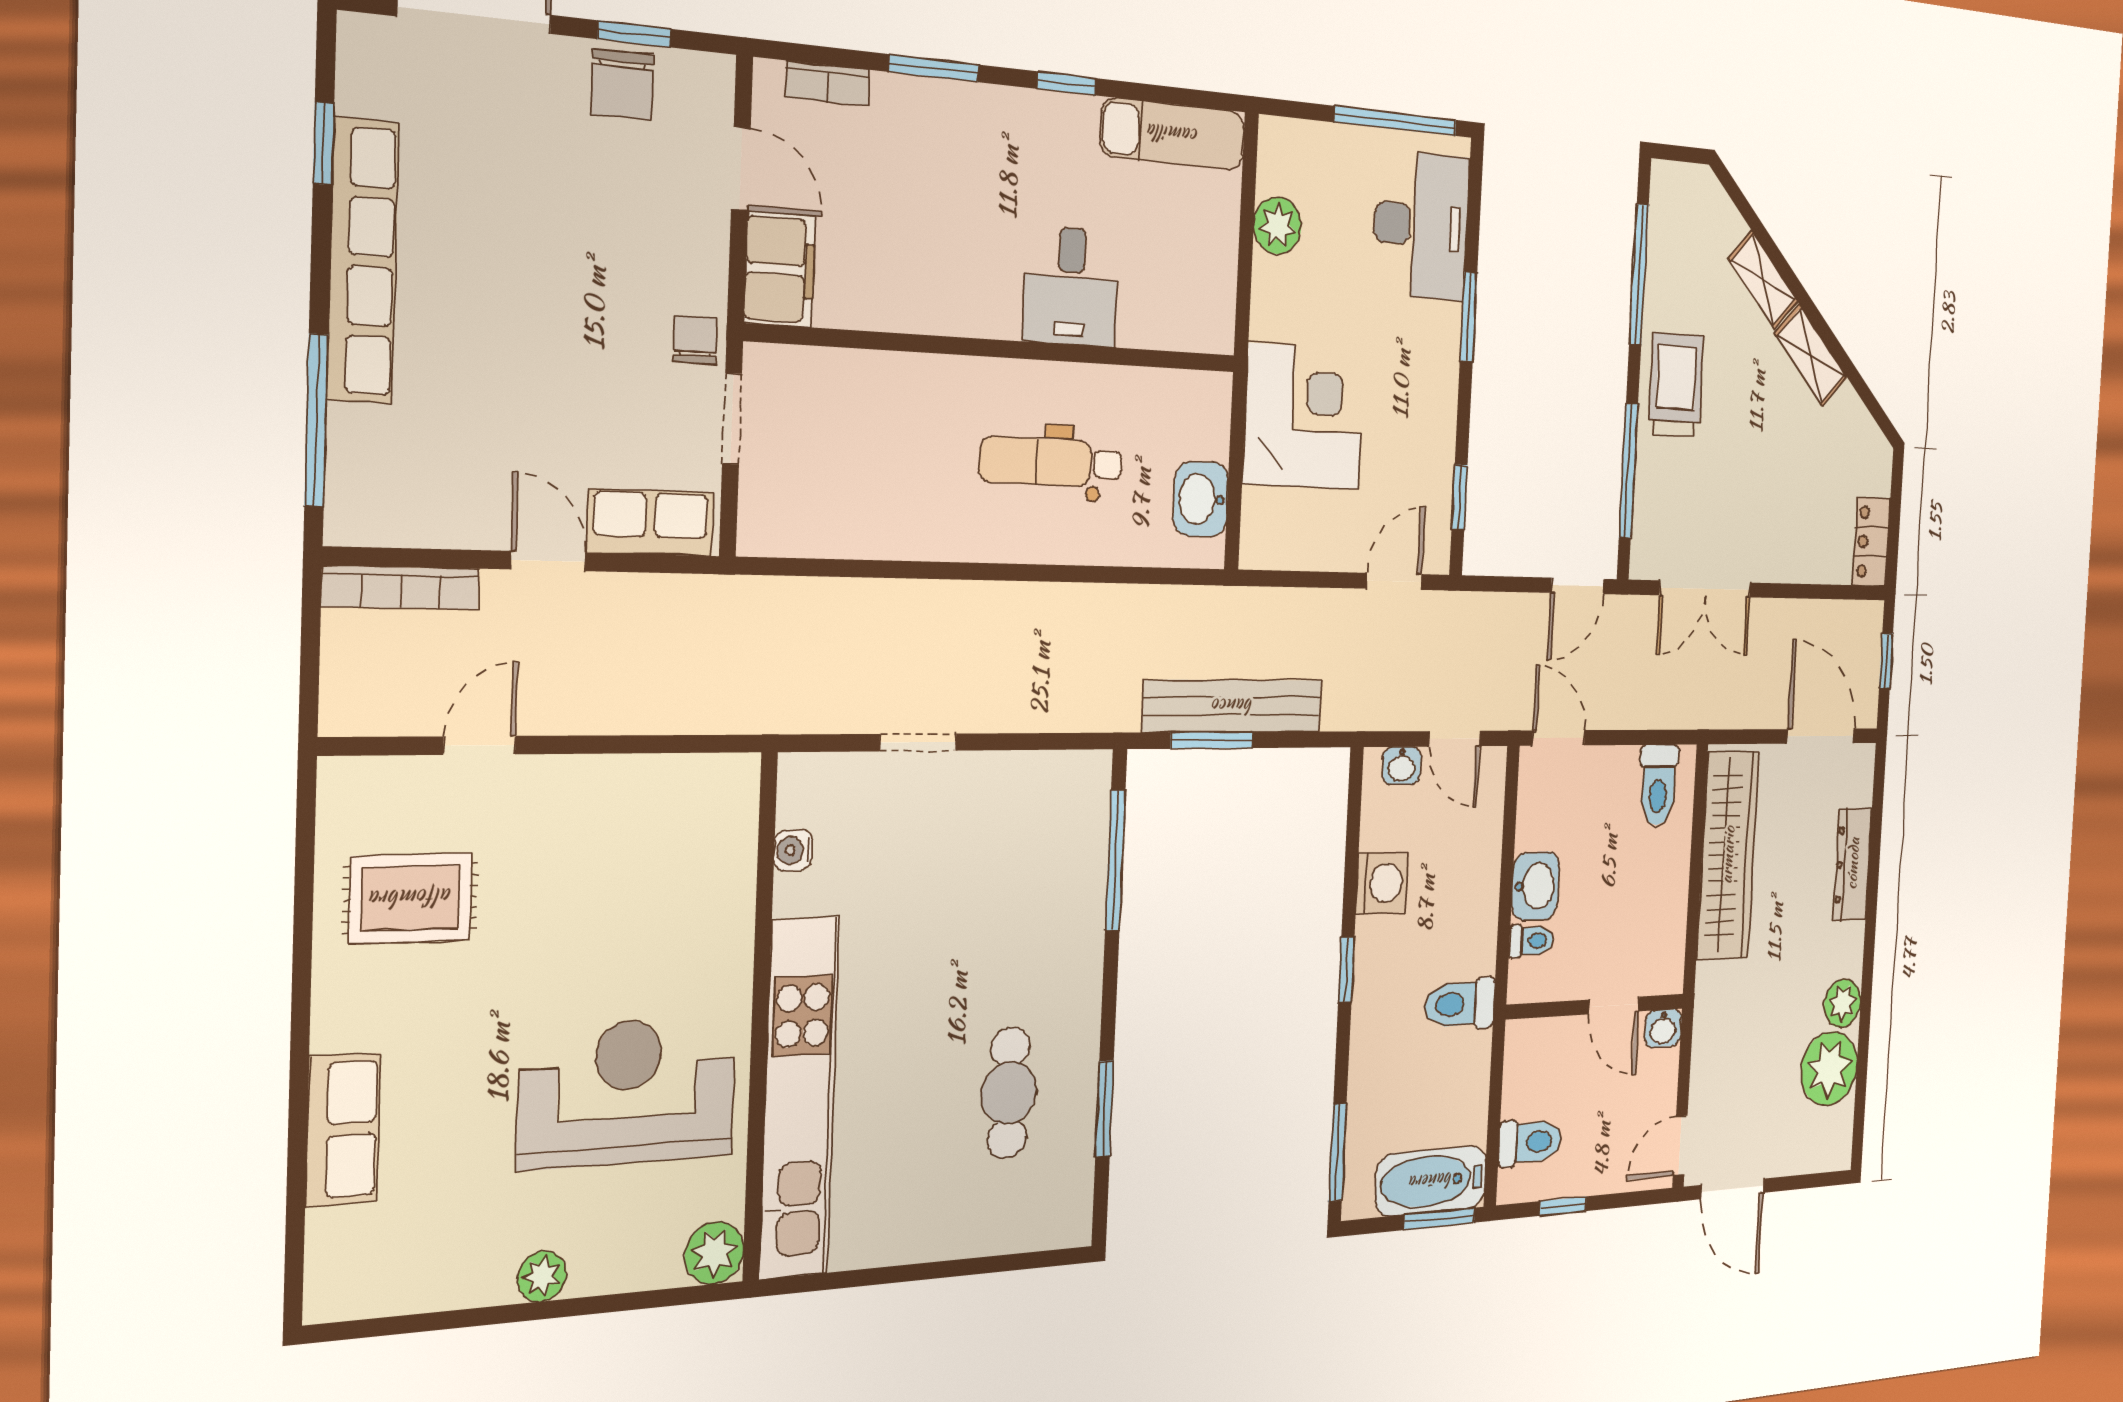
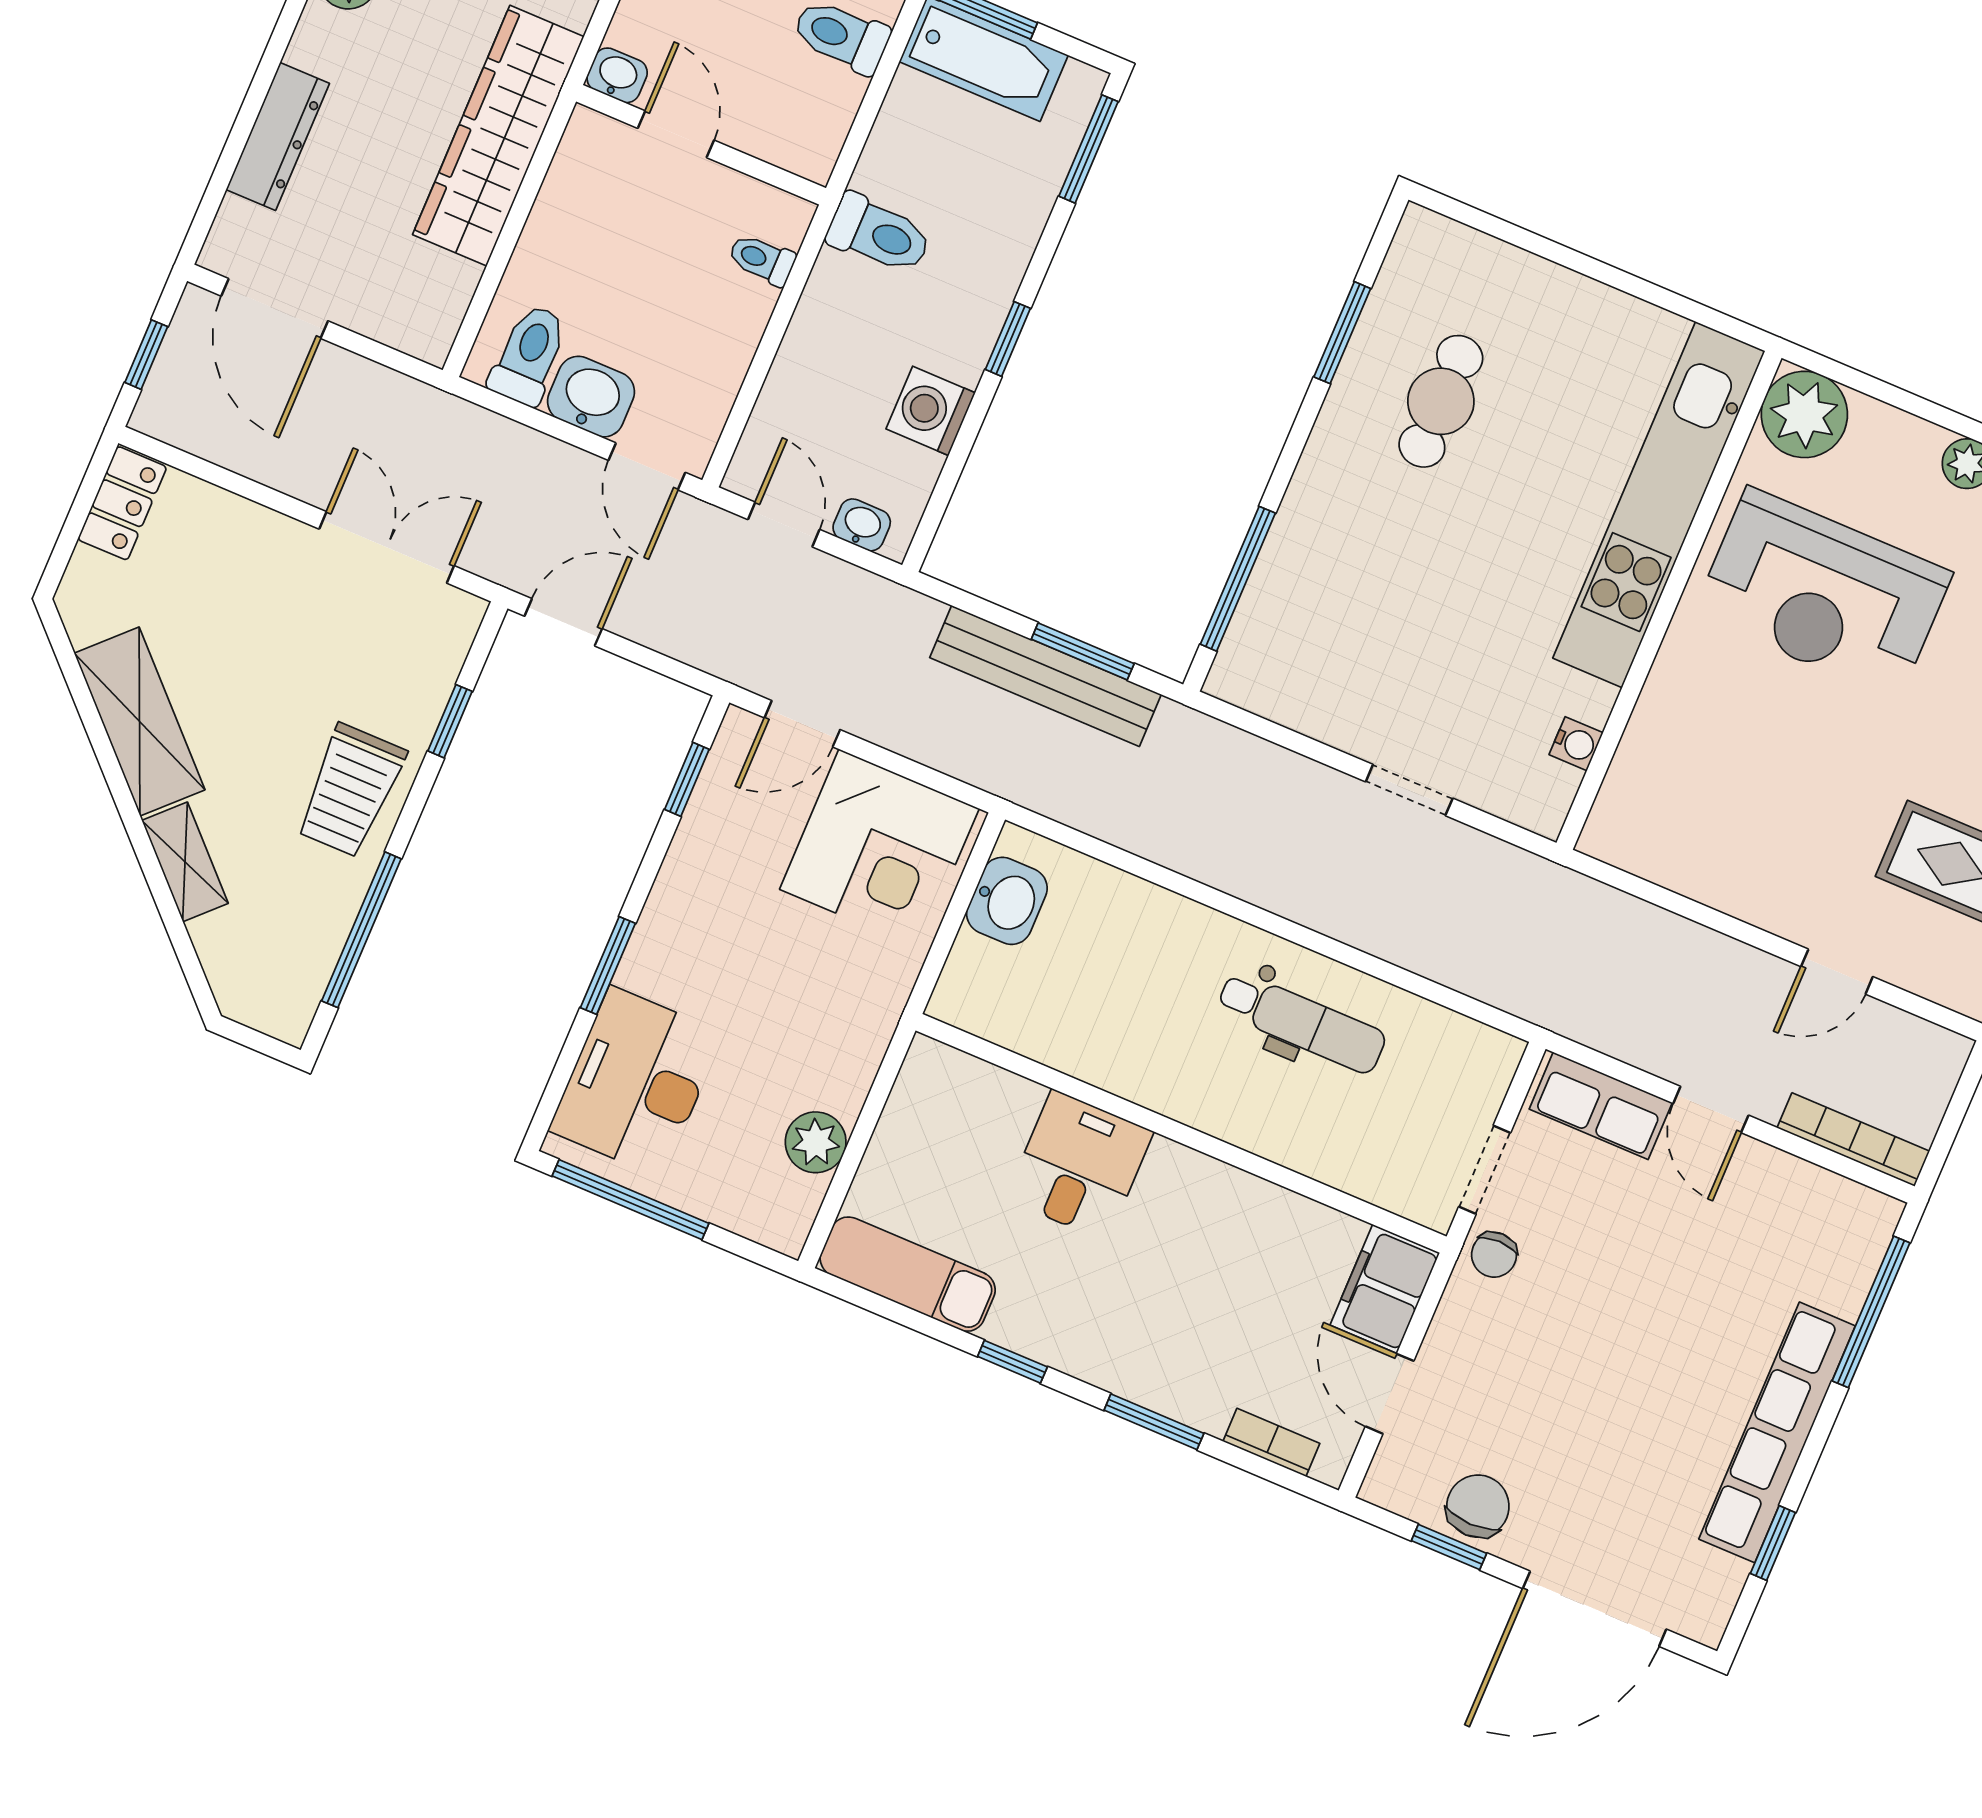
shelving: (1811, 355) -> (140, 722), width x1.50, depth x1.33
corner desk: (1304, 417) -> (879, 849), moved, turned -90
dental chair: (1051, 462) -> (1302, 1022), moved
window: (1628, 471) -> (450, 721), width x0.46
wardrobe: (1728, 855) -> (498, 136), moved
washbasin: (1535, 886) -> (591, 397), moved, turned 90
plant: (714, 1253) -> (1804, 414), width x1.36, depth x1.36

